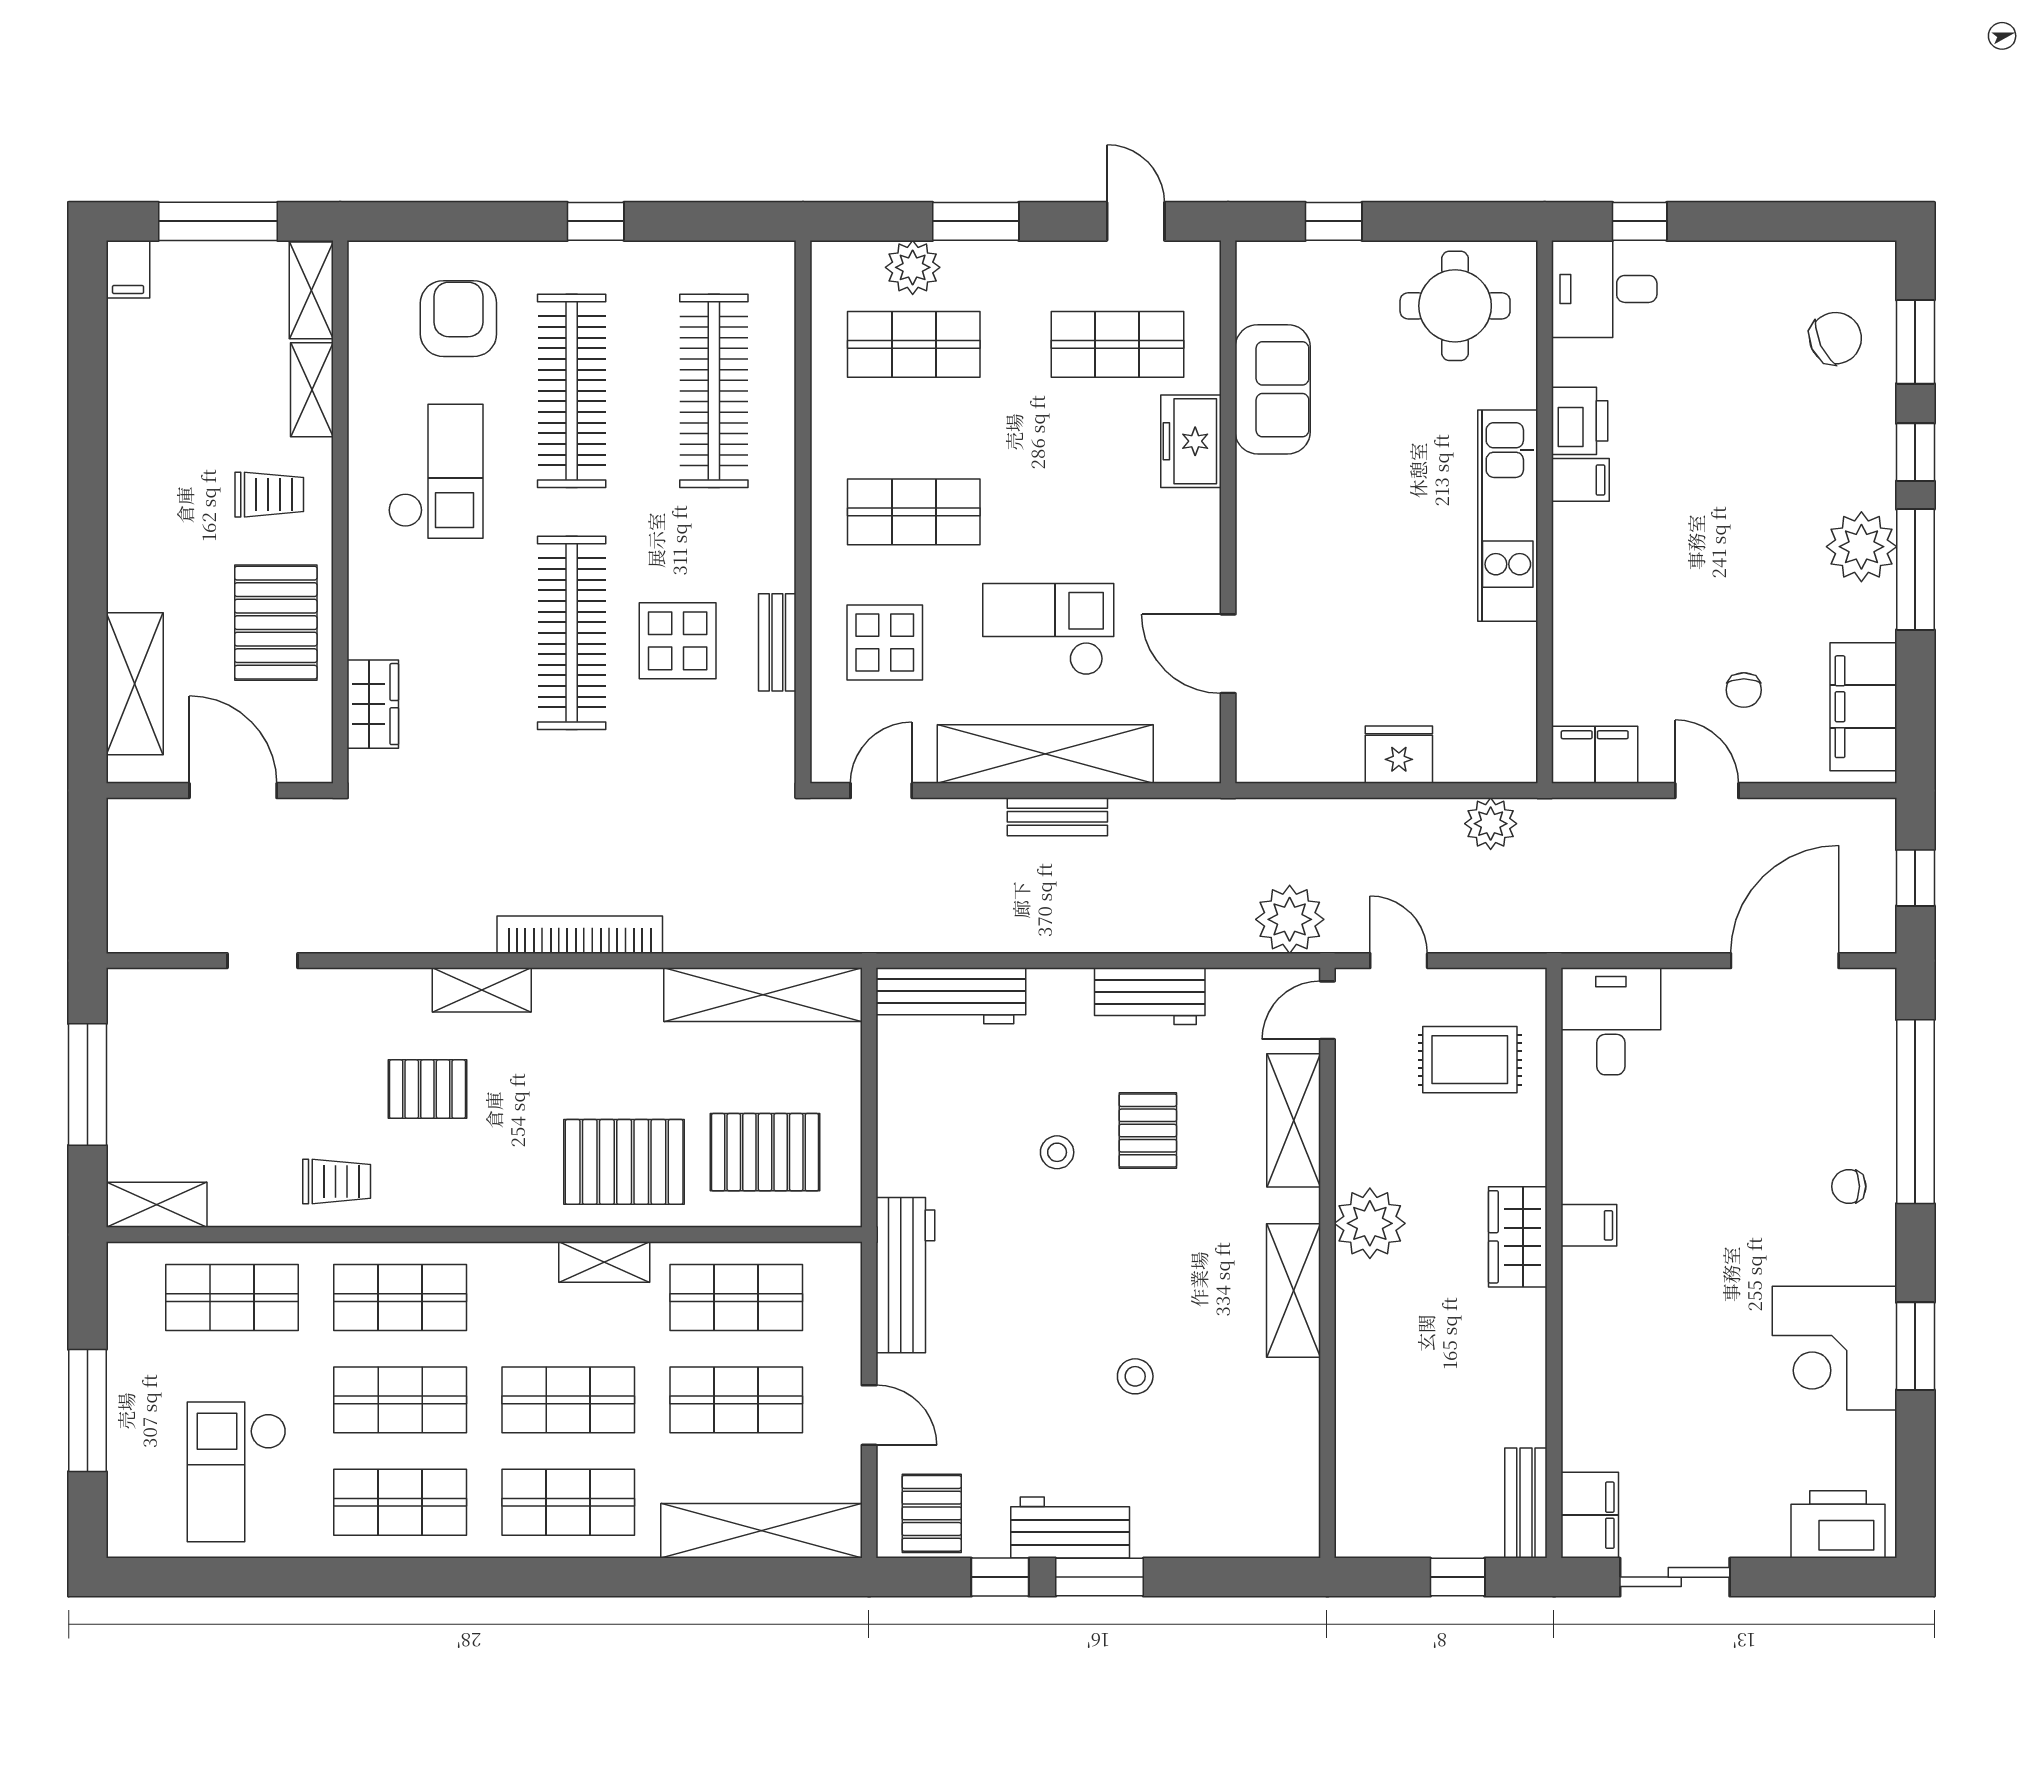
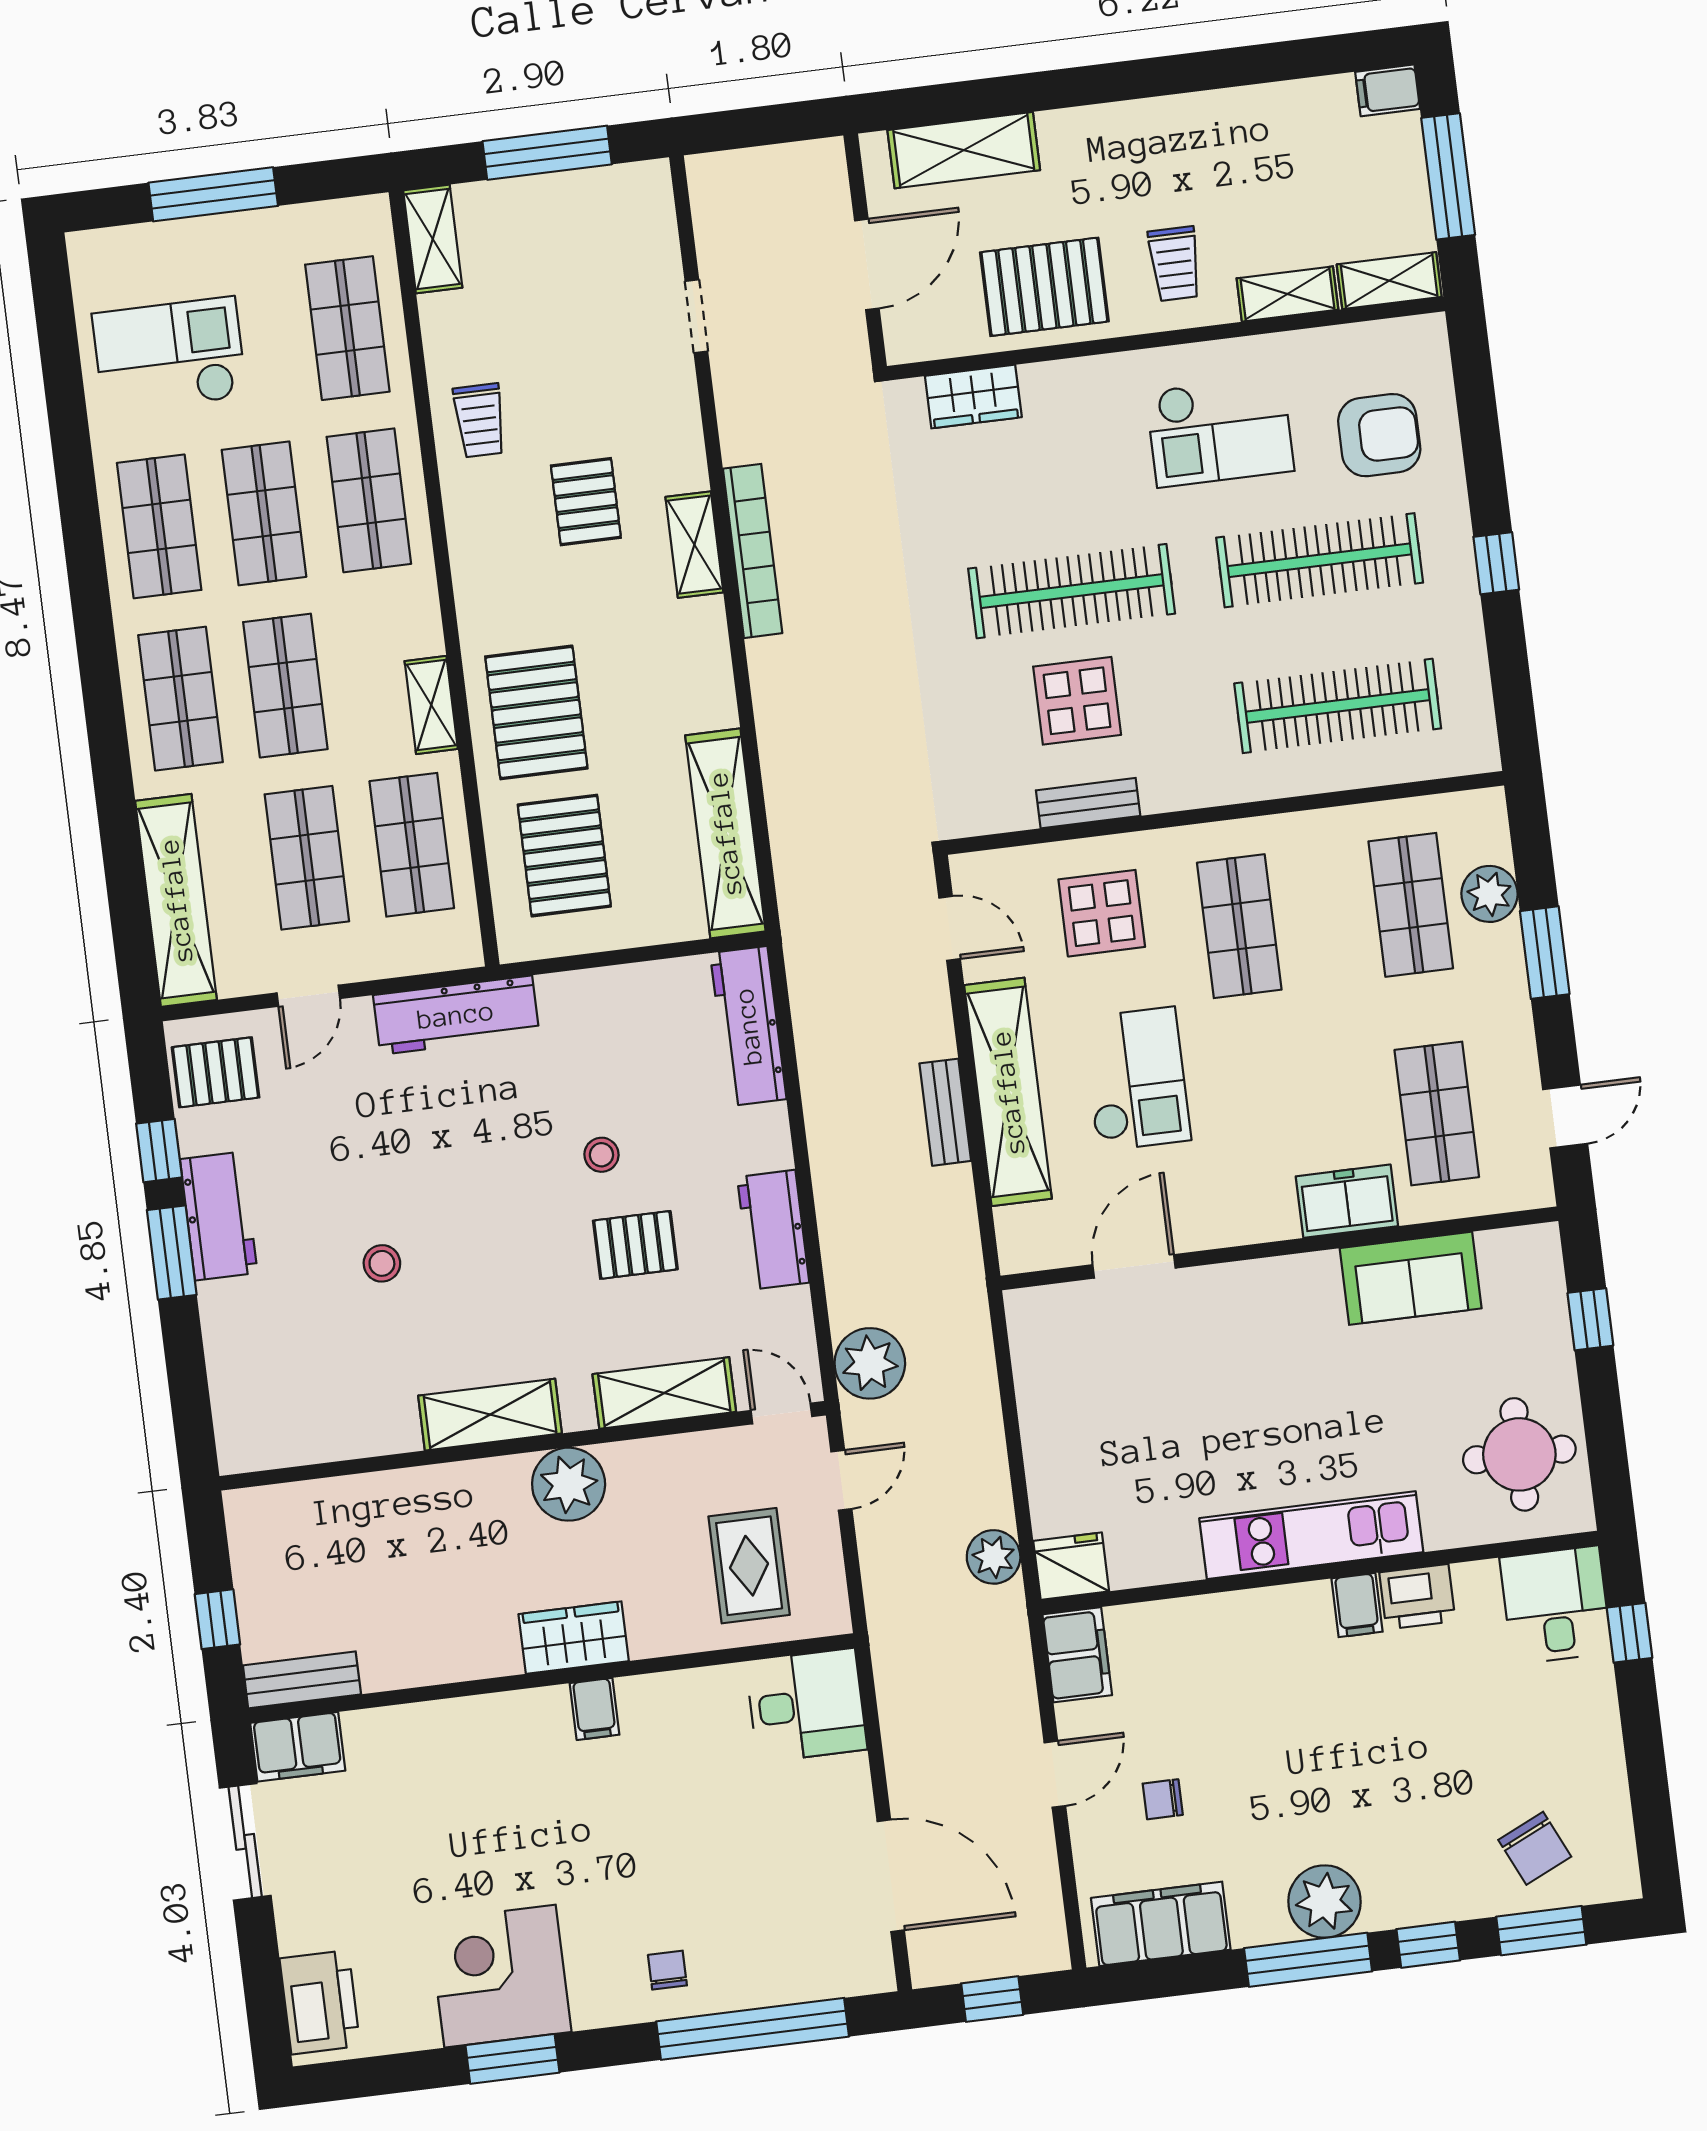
fridge: (1399, 755) -> (1071, 1566), moved, turned -90
bookcase: (580, 935) -> (753, 551), moved

